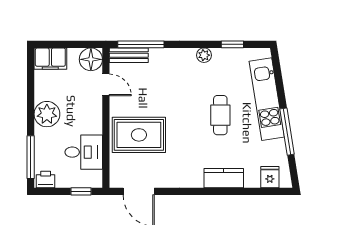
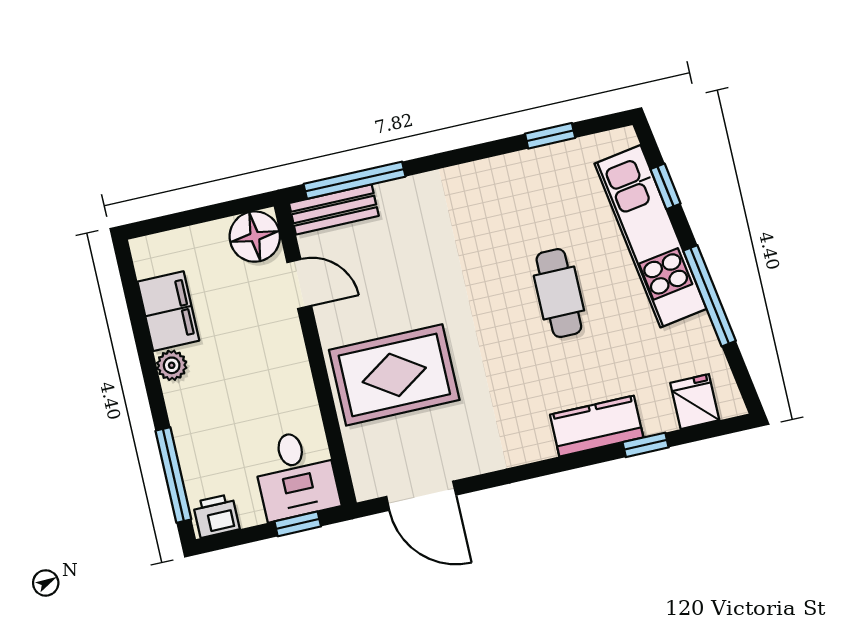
plant: (204, 55) -> (495, 173), removed
filing cabinet: (50, 59) -> (168, 311), moved, turned -90
window: (279, 78) -> (666, 186), added
plant: (47, 114) -> (172, 365), width x0.53, depth x0.53
desk: (84, 152) -> (296, 475), moved, turned 90
window: (244, 191) -> (646, 445), added

